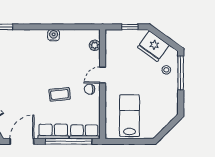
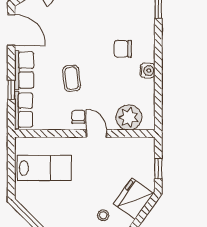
plant: (95, 45) -> (129, 117), width x1.88, depth x1.88
chair: (37, 55) -> (123, 49), added
window: (69, 141) -> (11, 90), width x0.32

